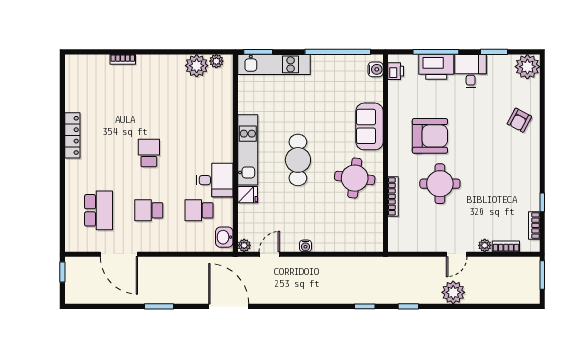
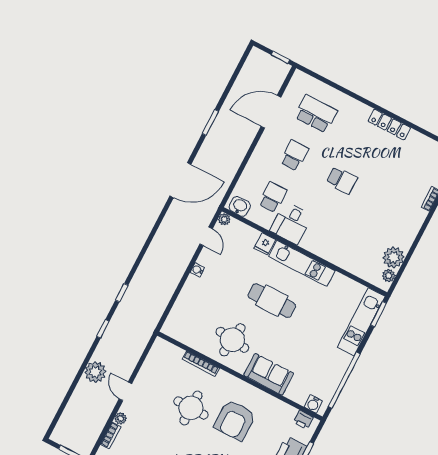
school desk: (99, 210) -> (316, 114), turned 180

